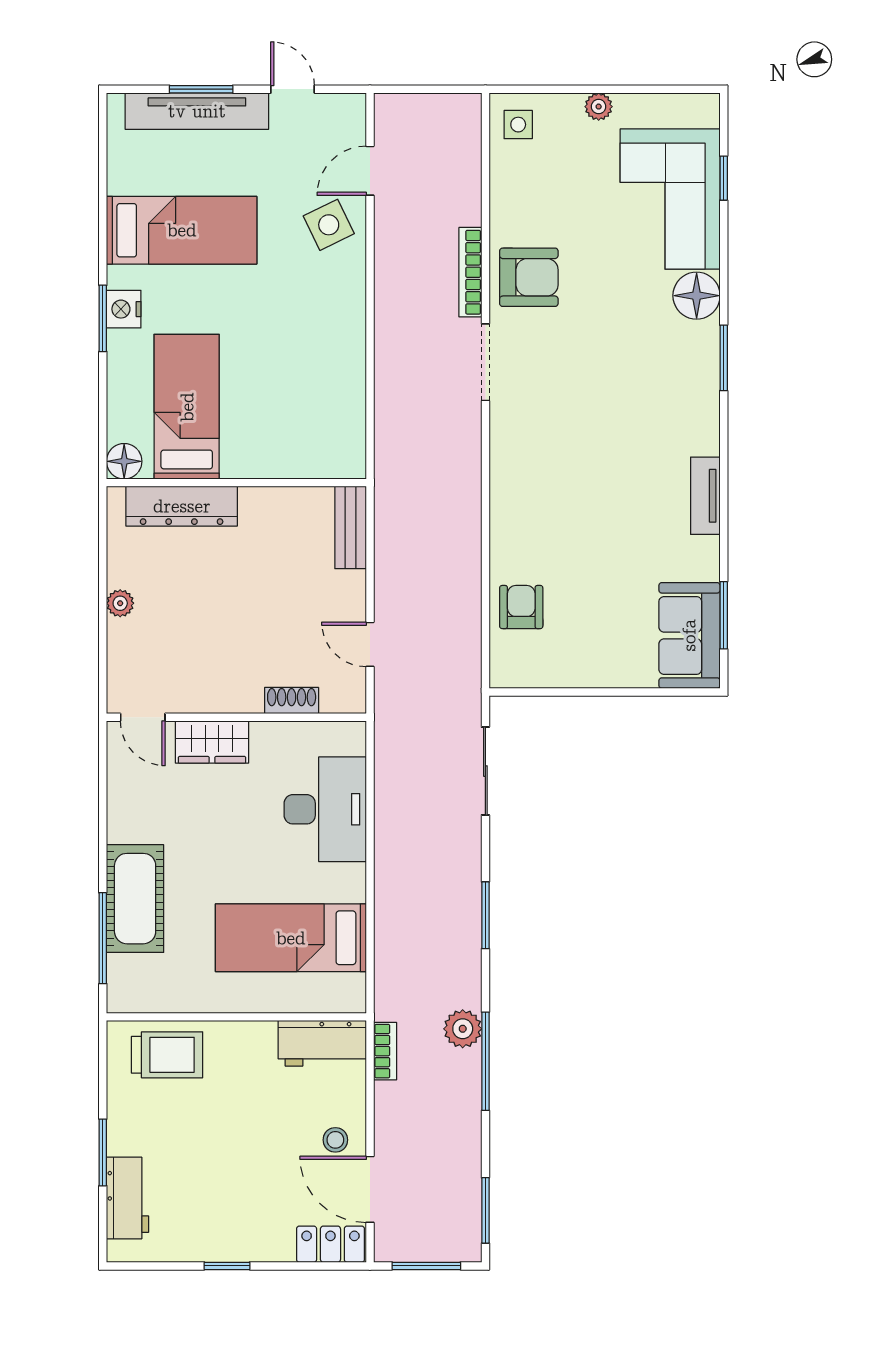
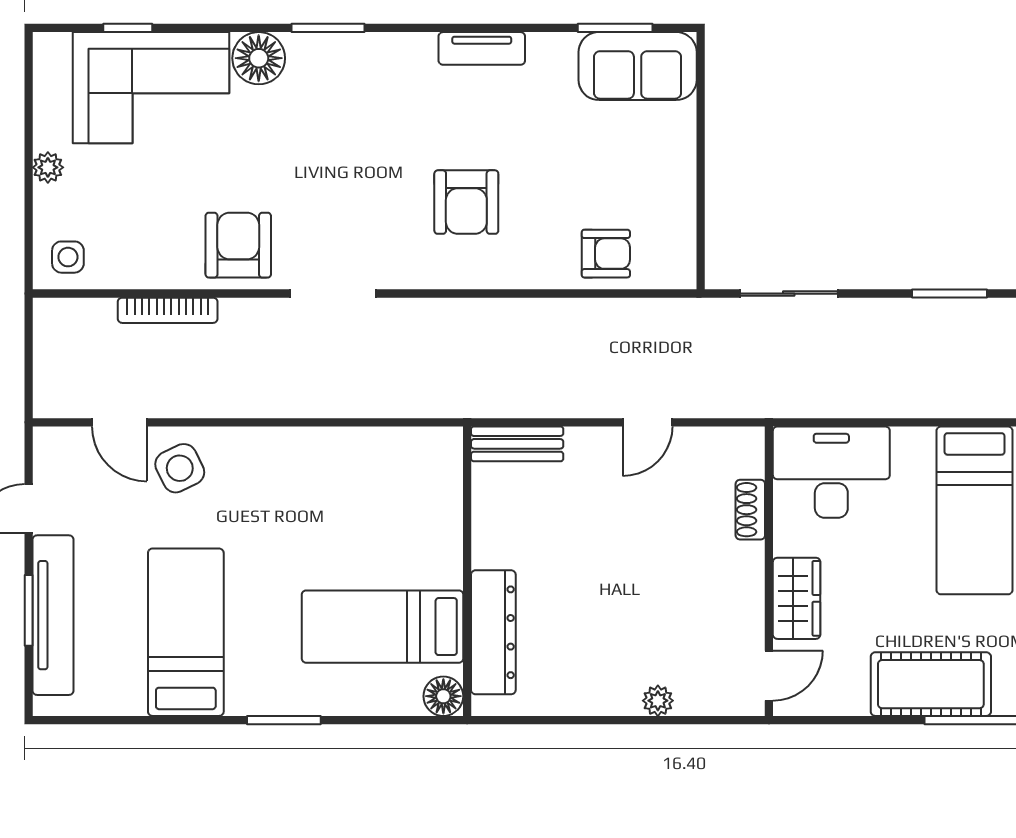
bookcase: (470, 272) -> (168, 310), moved
nightstand: (124, 309) -> (274, 697), removed
armchair: (567, 482) -> (466, 202), added
plant: (120, 603) -> (658, 701), moved
armchair: (521, 607) -> (606, 254), turned 180
shoe rack: (292, 701) -> (750, 510), moved
door: (143, 717) -> (769, 676), moved
wall: (236, 717) -> (769, 571), moved
wardrobe: (212, 742) -> (797, 598), moved

